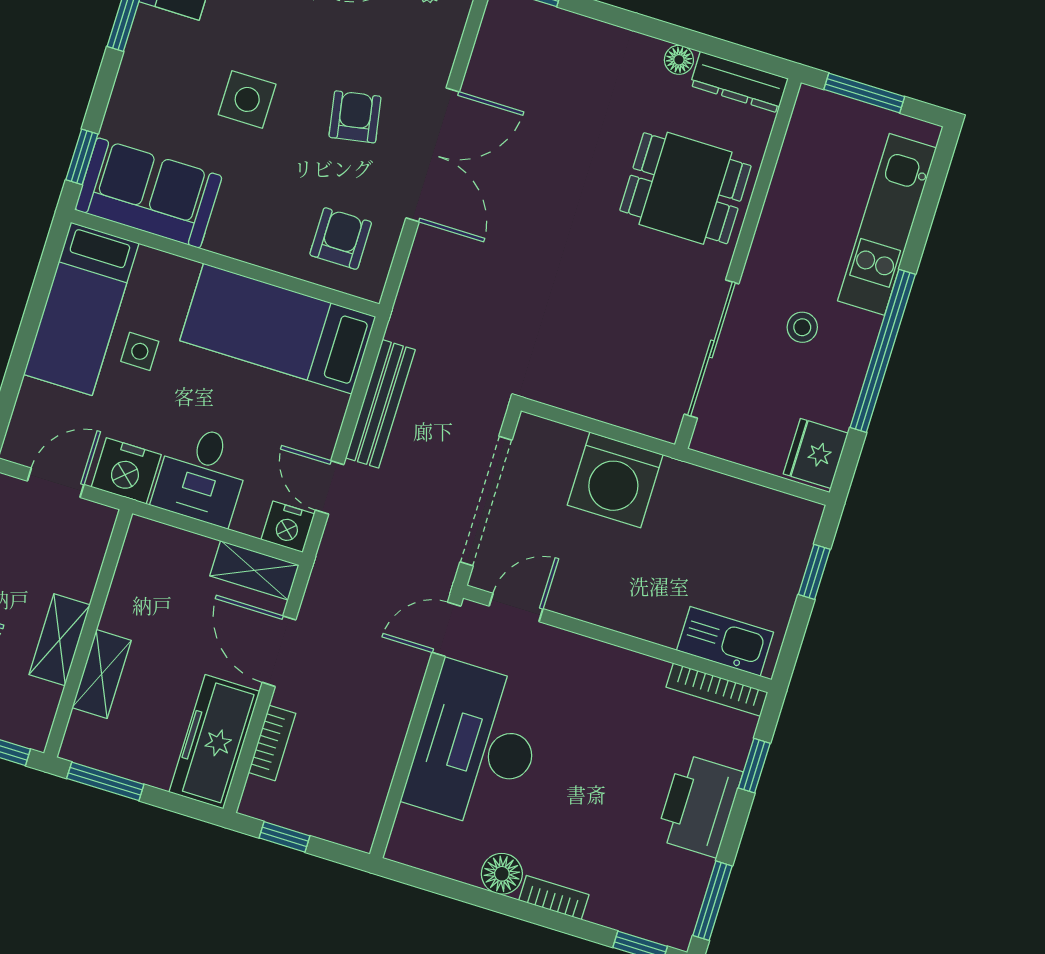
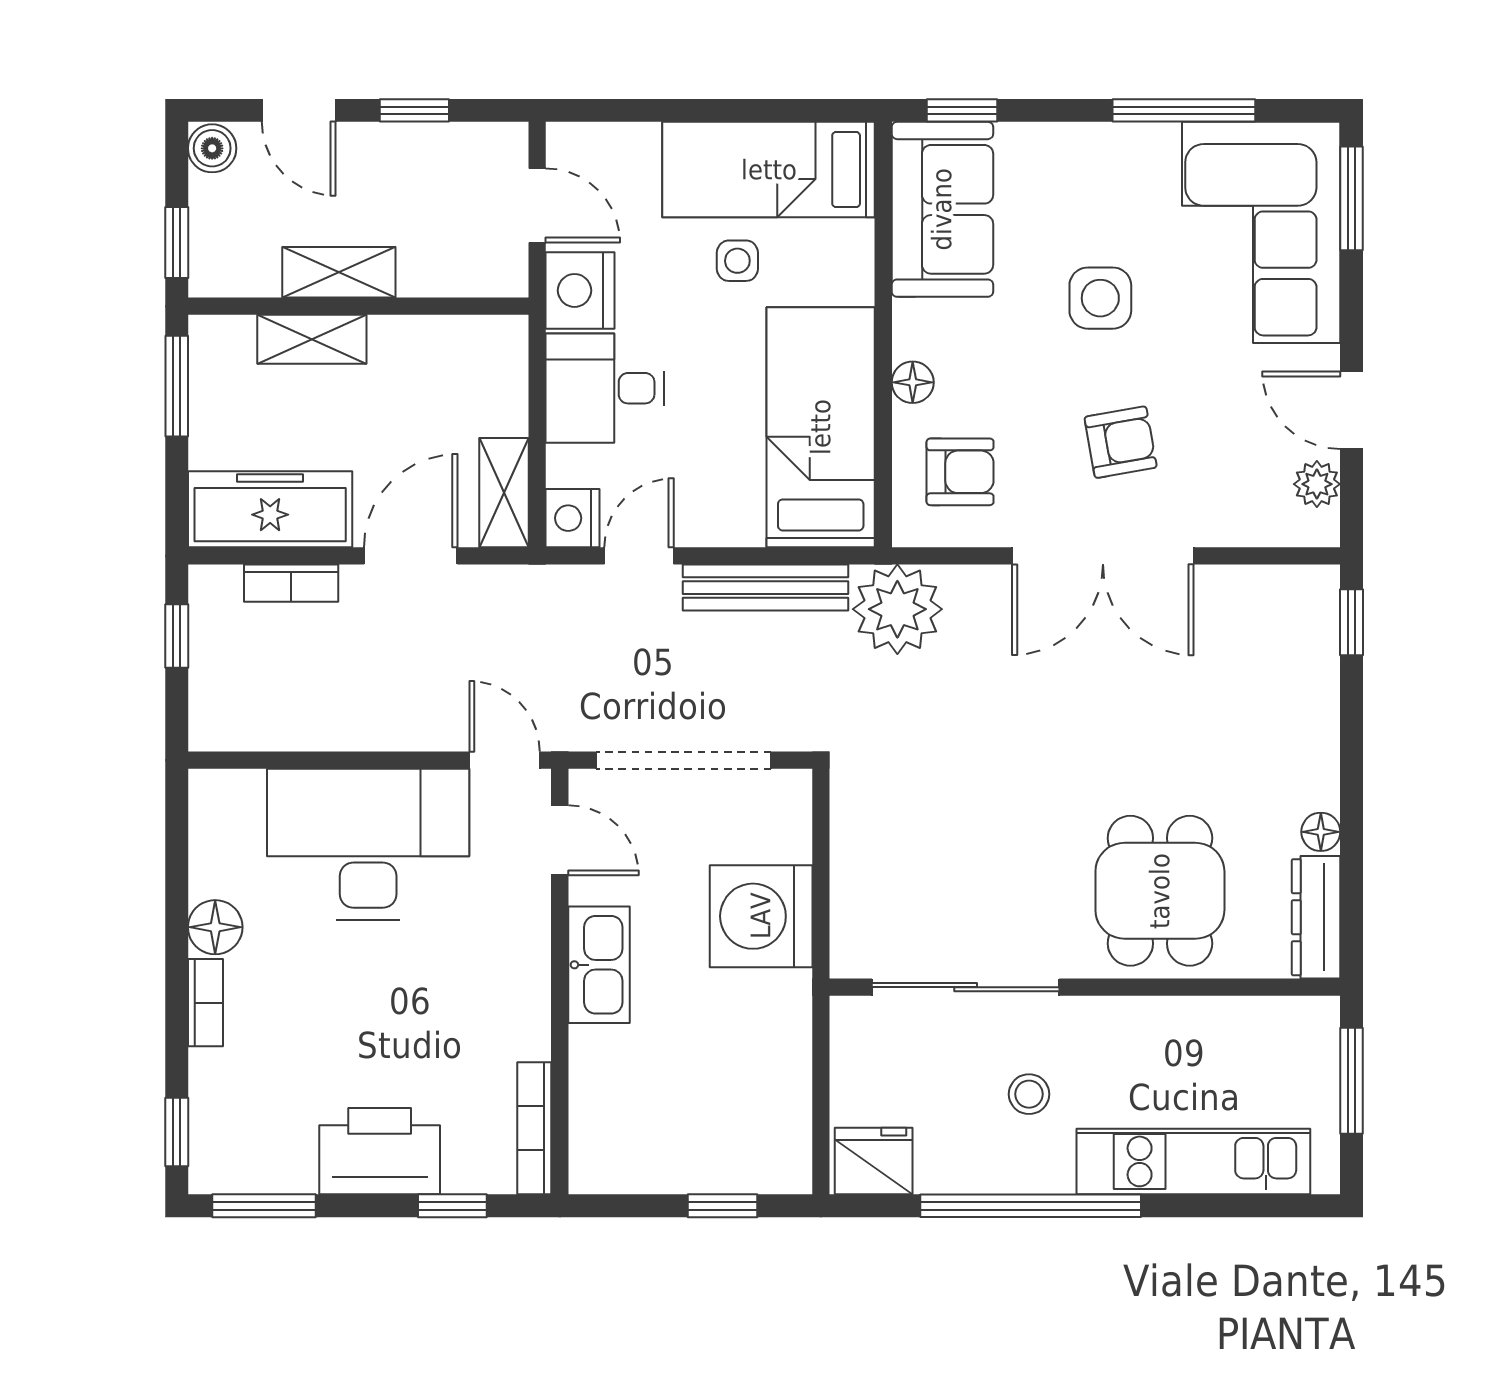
floor lamp: (266, 253) -> (913, 382), added
plant: (425, 314) -> (897, 609), added
kitchen sink: (725, 641) -> (599, 965), moved

